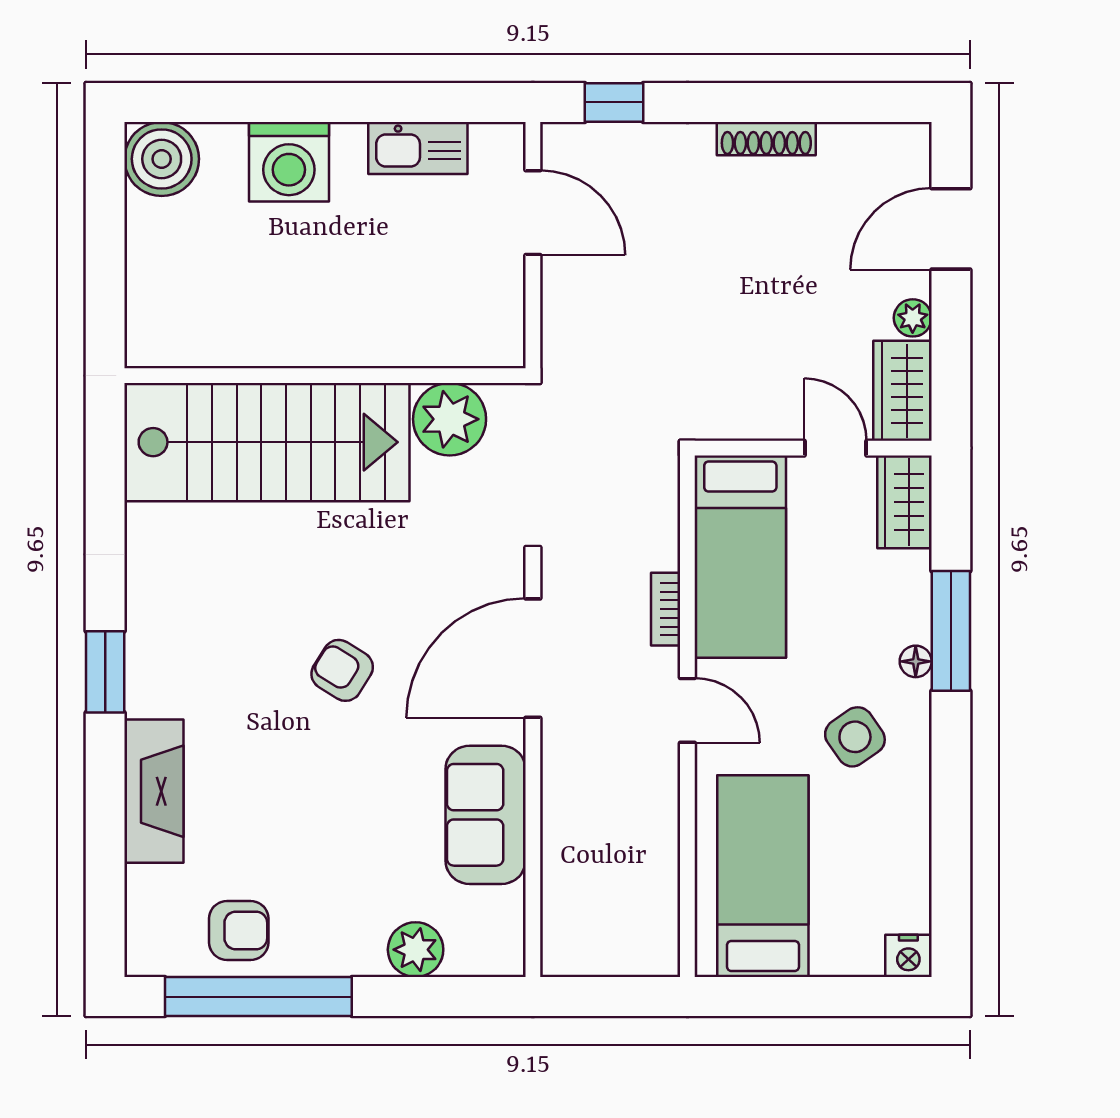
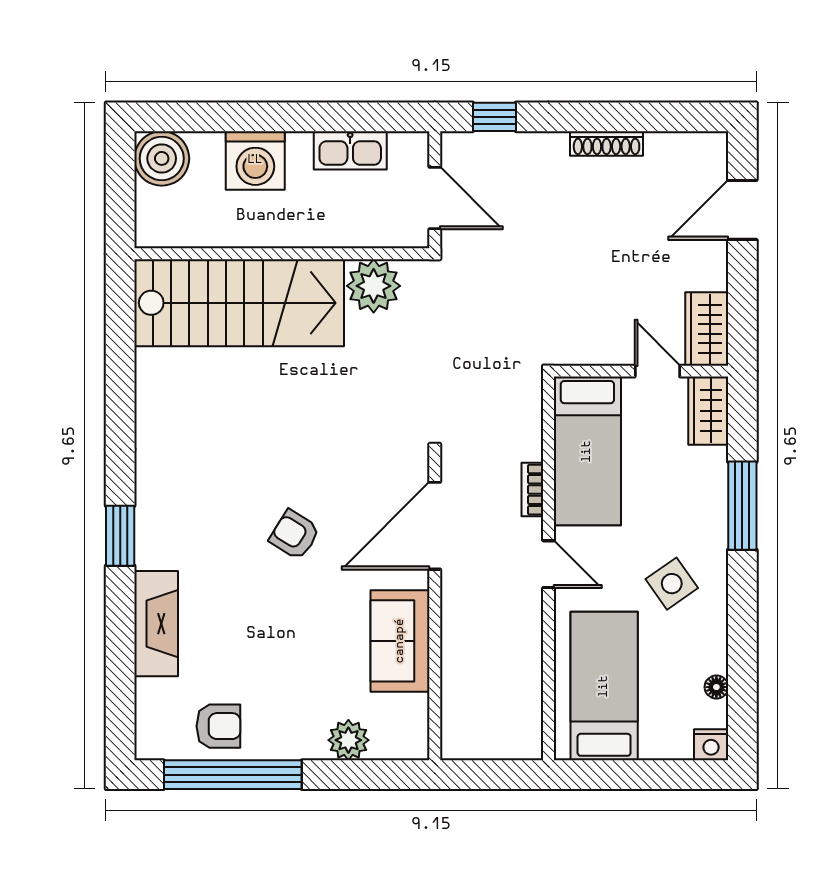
plant: (913, 318) -> (714, 275), removed
wall: (325, 376) -> (282, 254), moved
plant: (450, 419) -> (374, 286), moved
stairs: (267, 442) -> (239, 303), moved
floor lamp: (916, 661) -> (716, 687), moved

